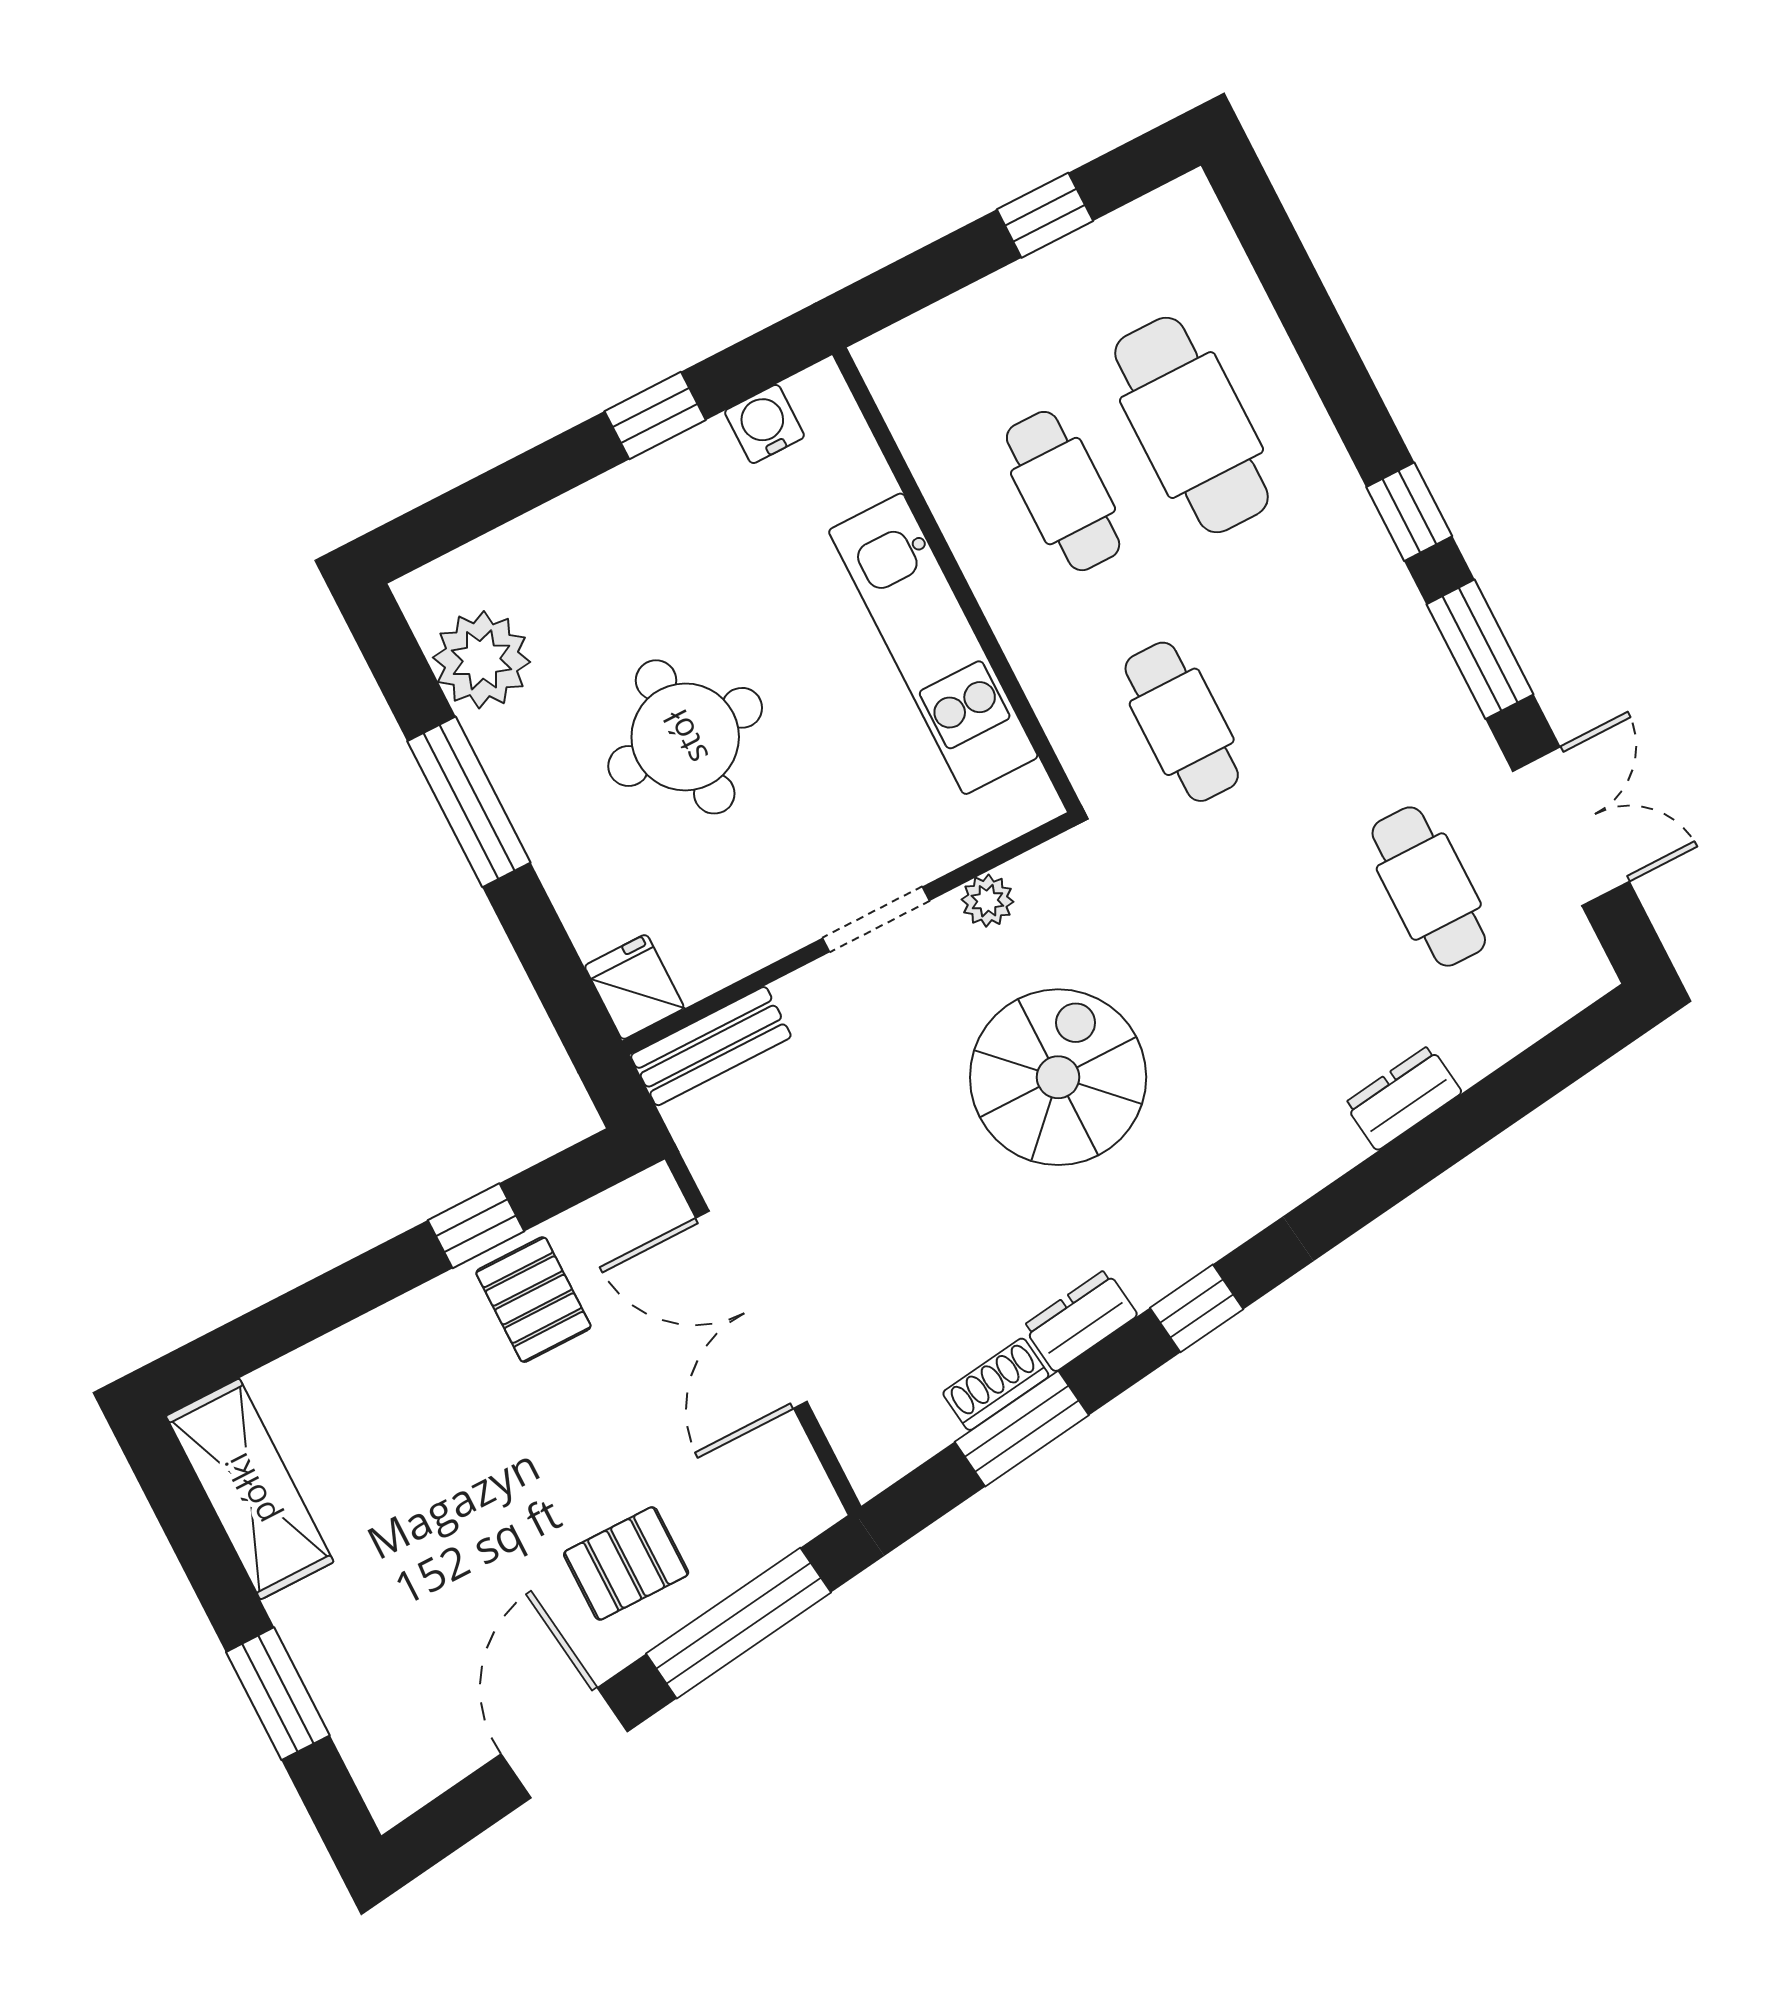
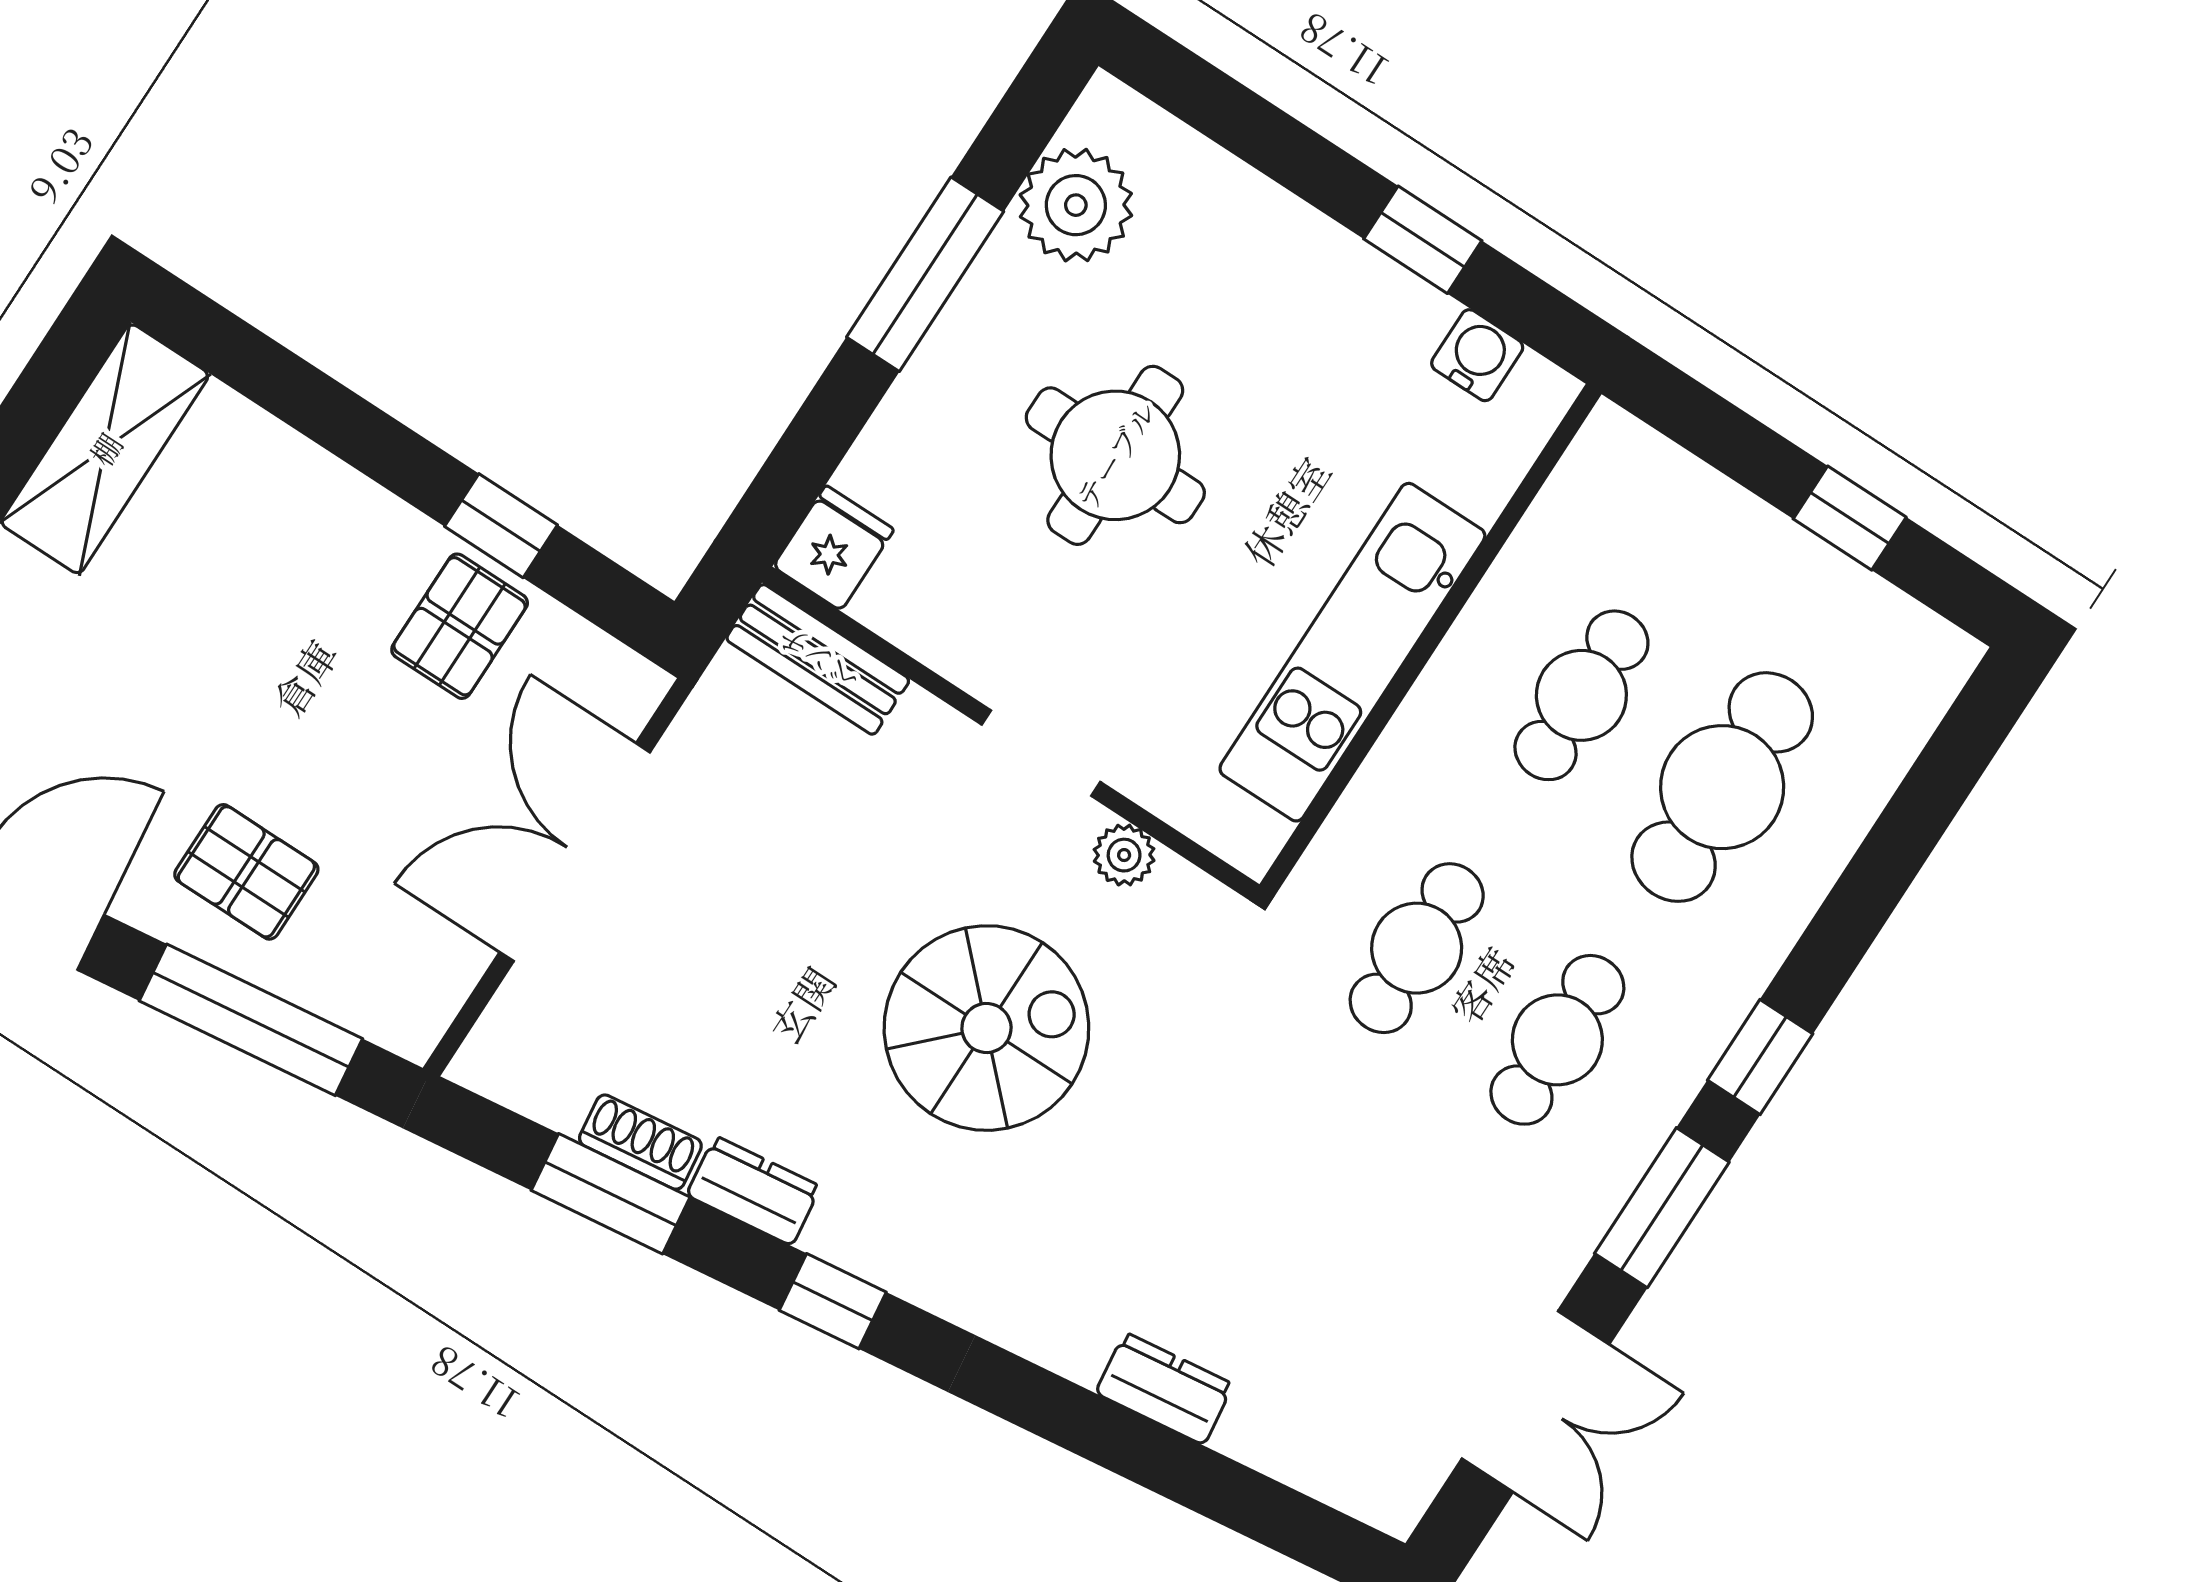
cafe table: (1429, 887) -> (1557, 1040), moved

